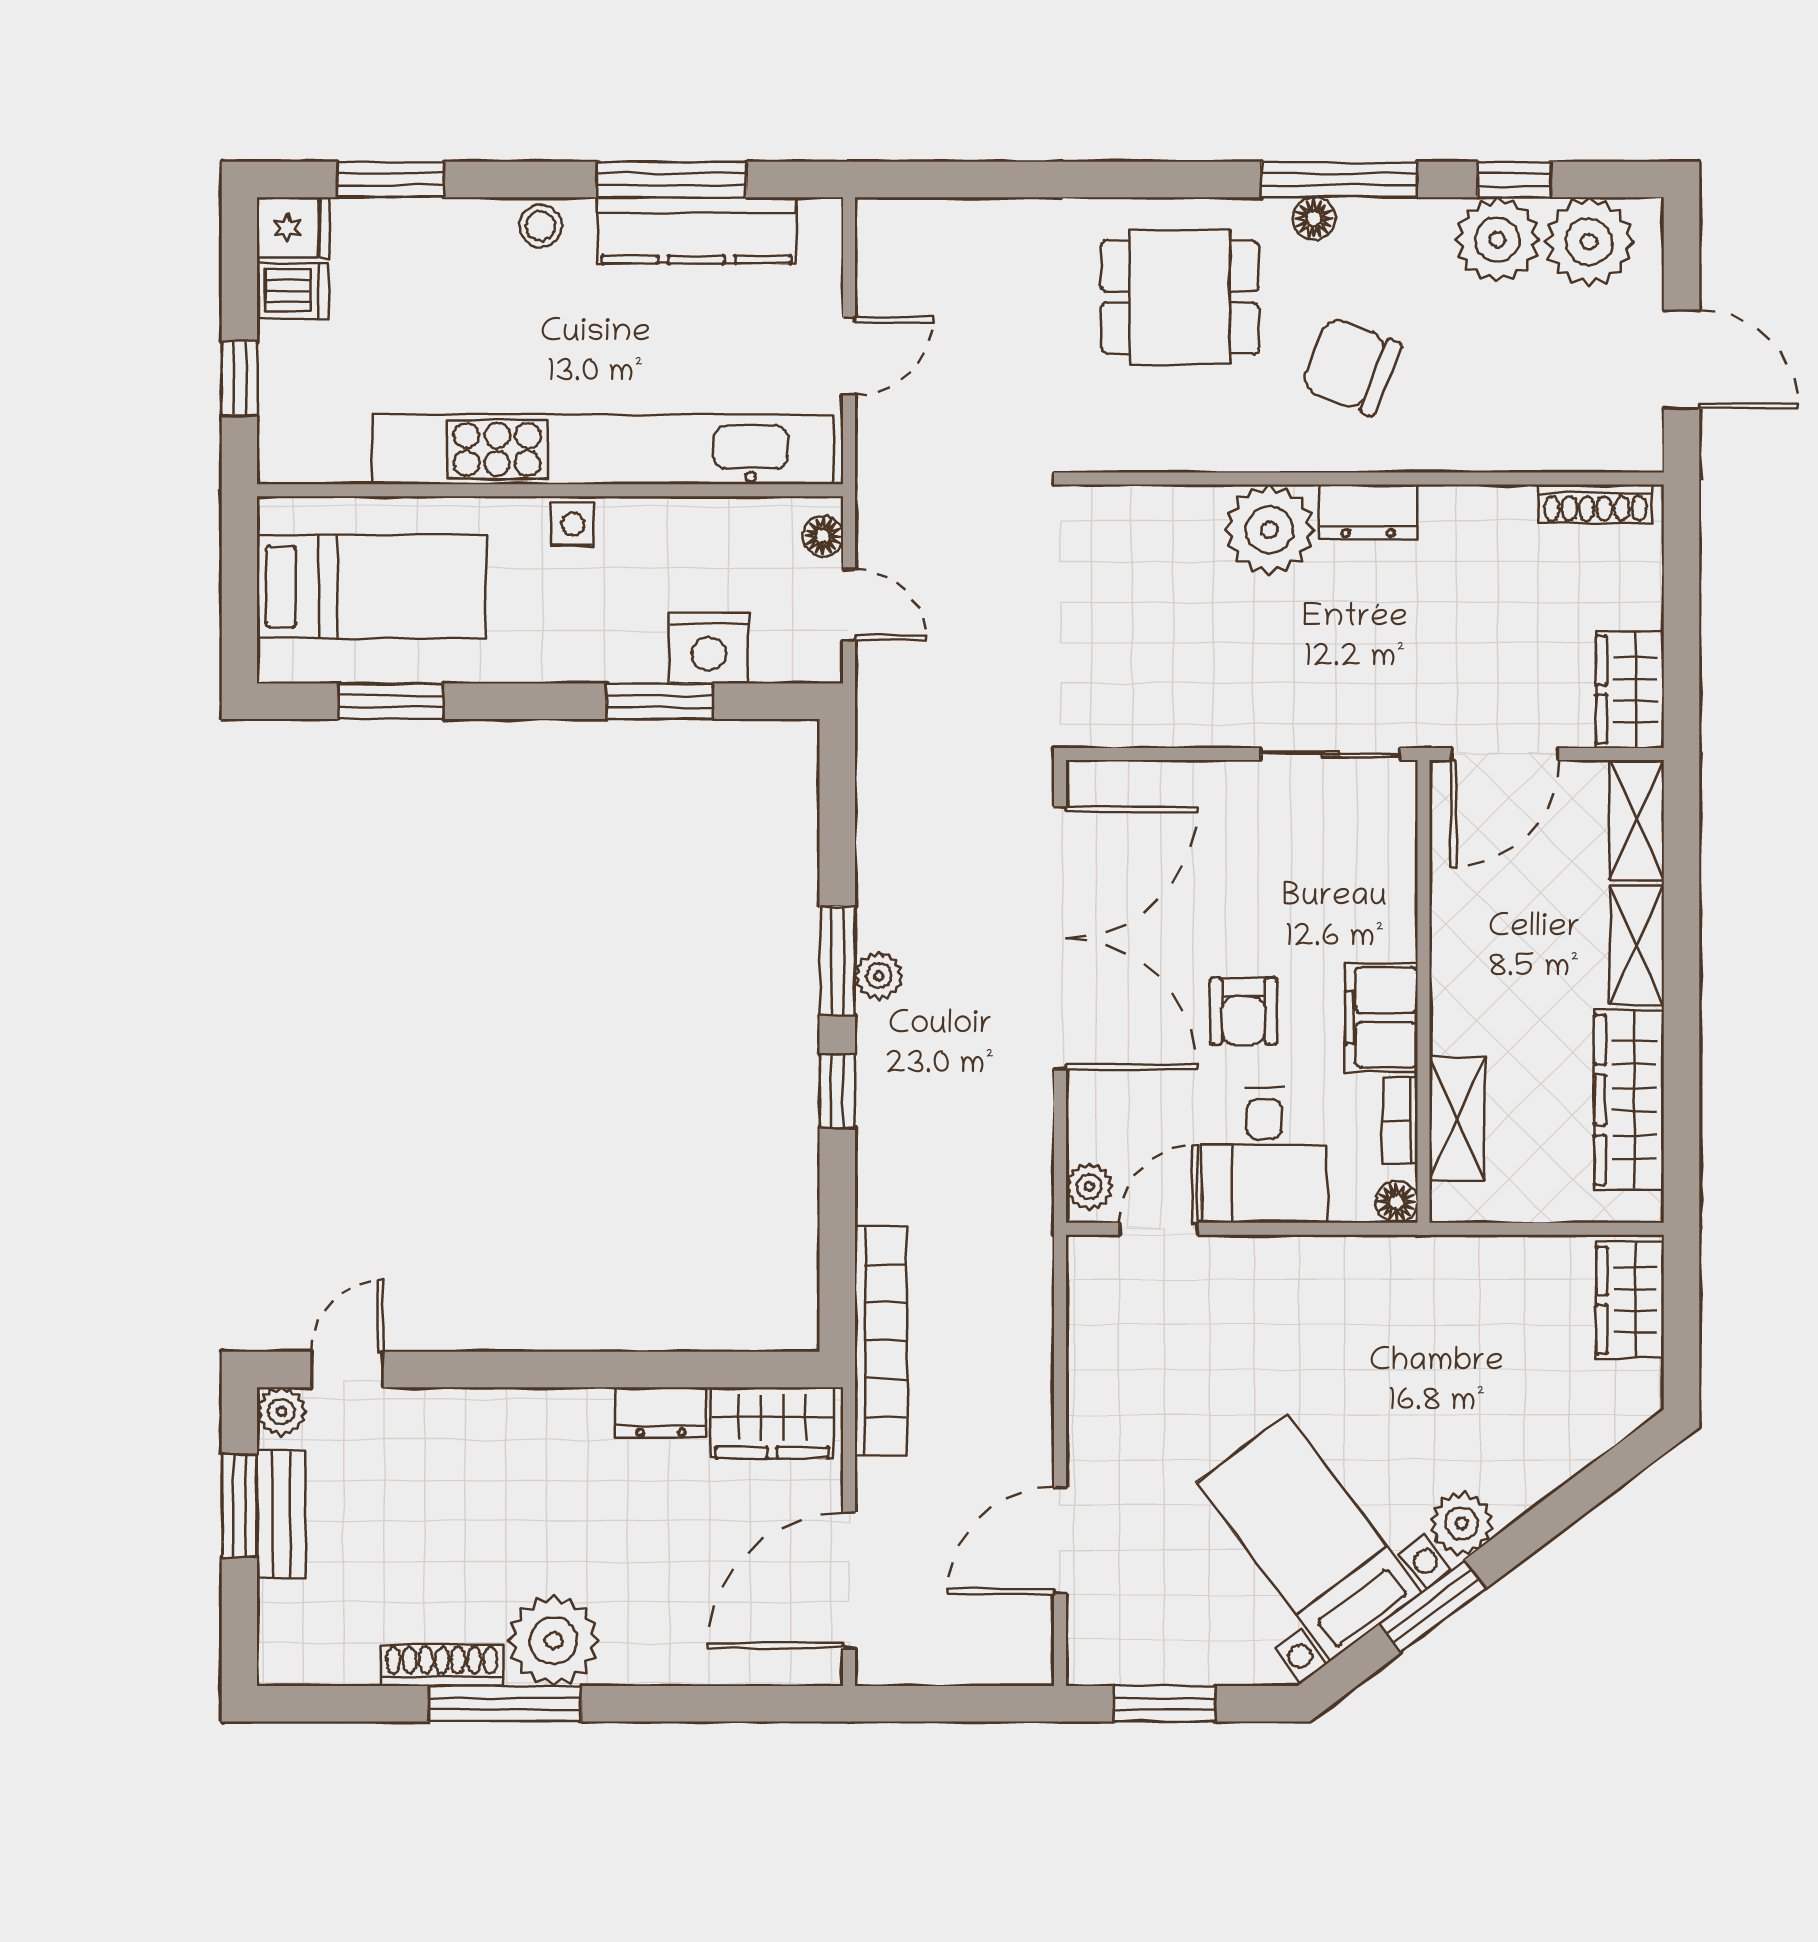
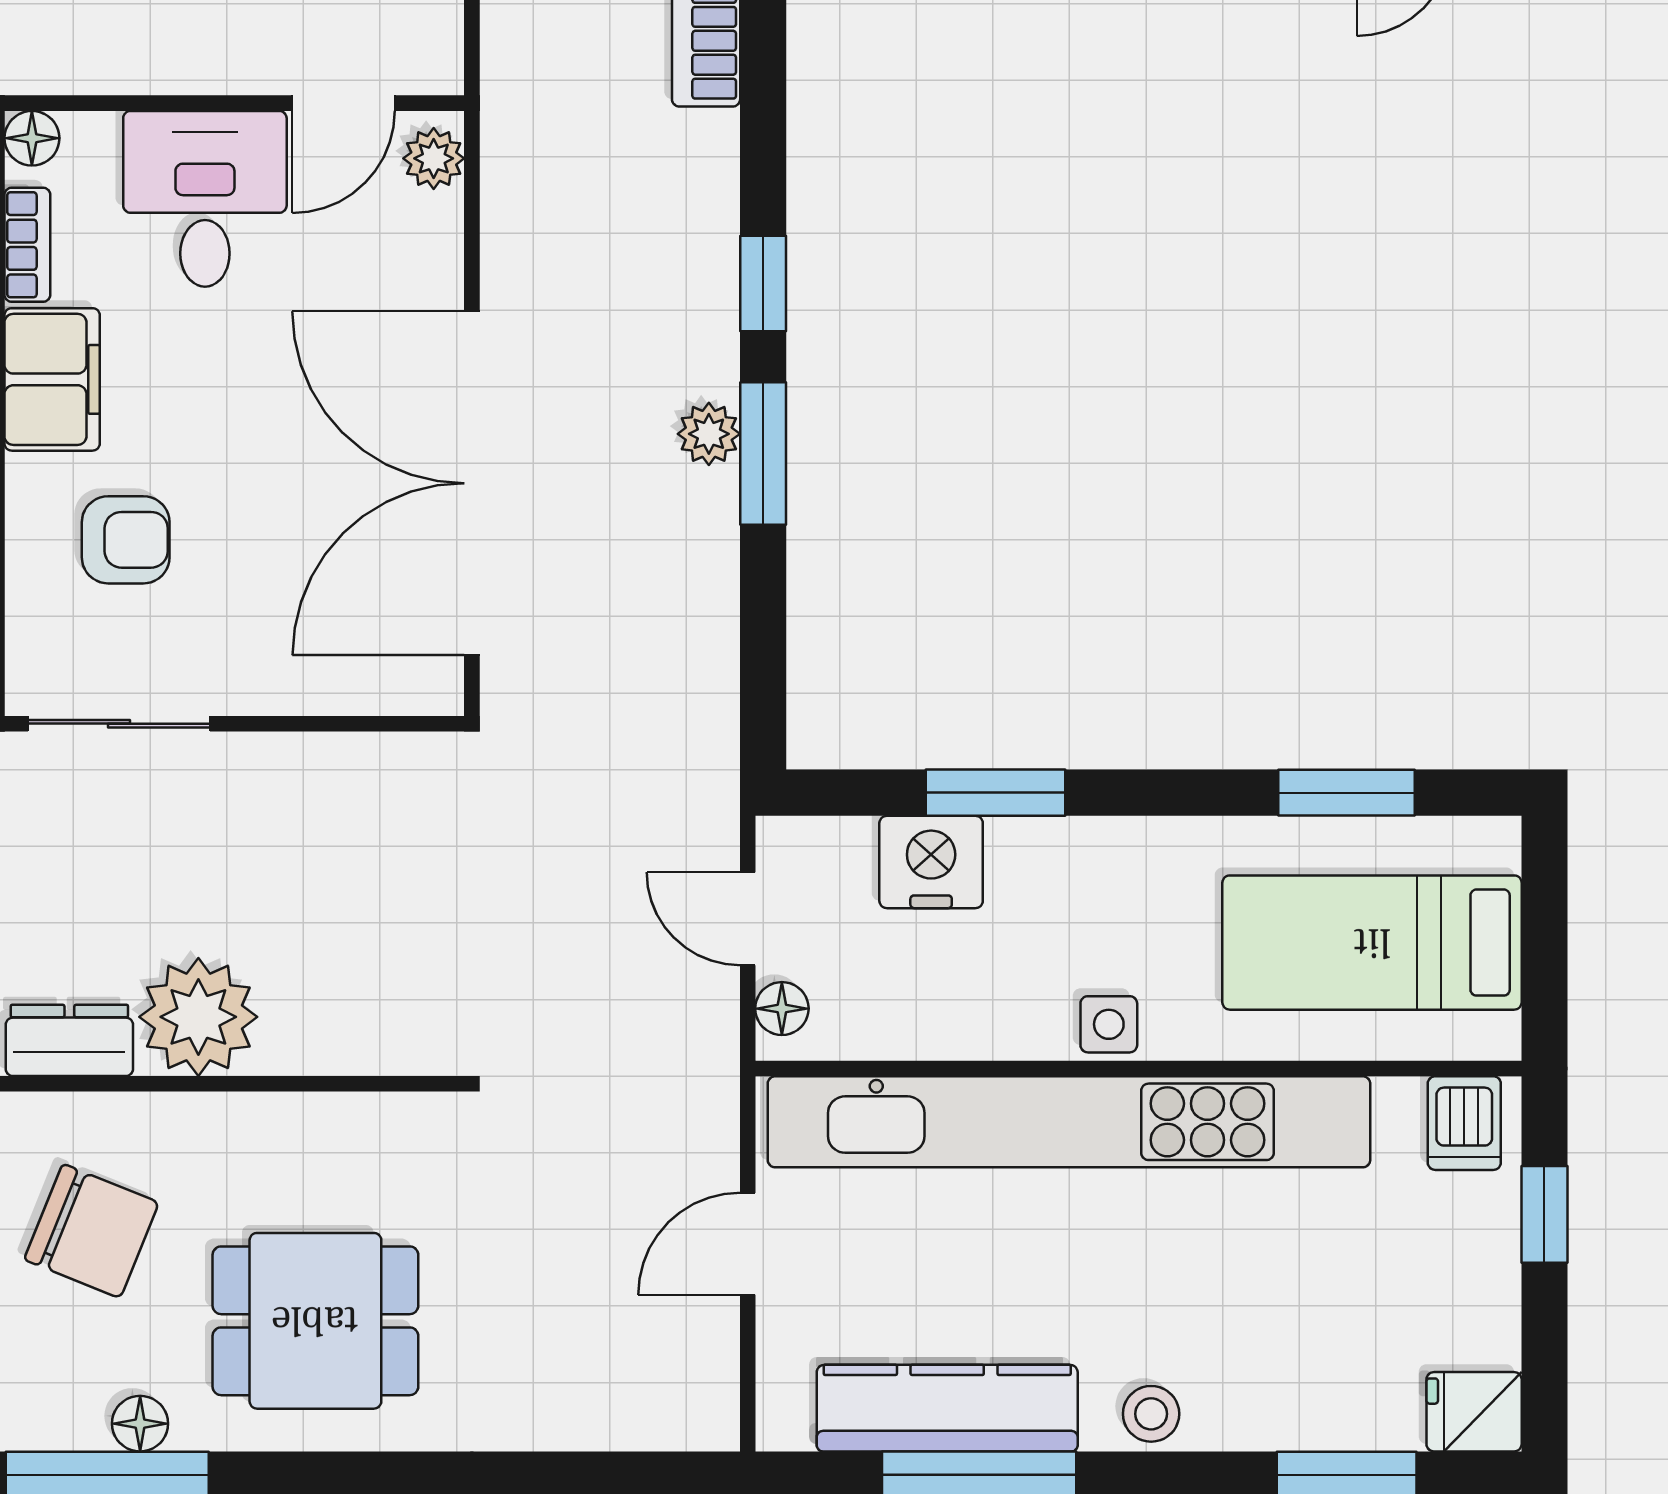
dishwasher: (293, 291) -> (1464, 1123), moved, turned -90
armchair: (1244, 1011) -> (126, 540), moved, turned 90

